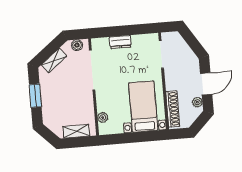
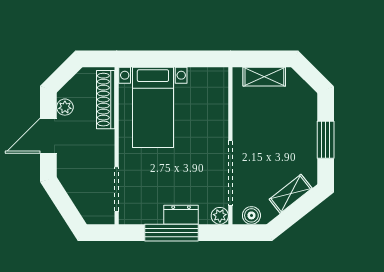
window: (125, 30) -> (172, 233), added
plant: (103, 117) -> (220, 216), moved

